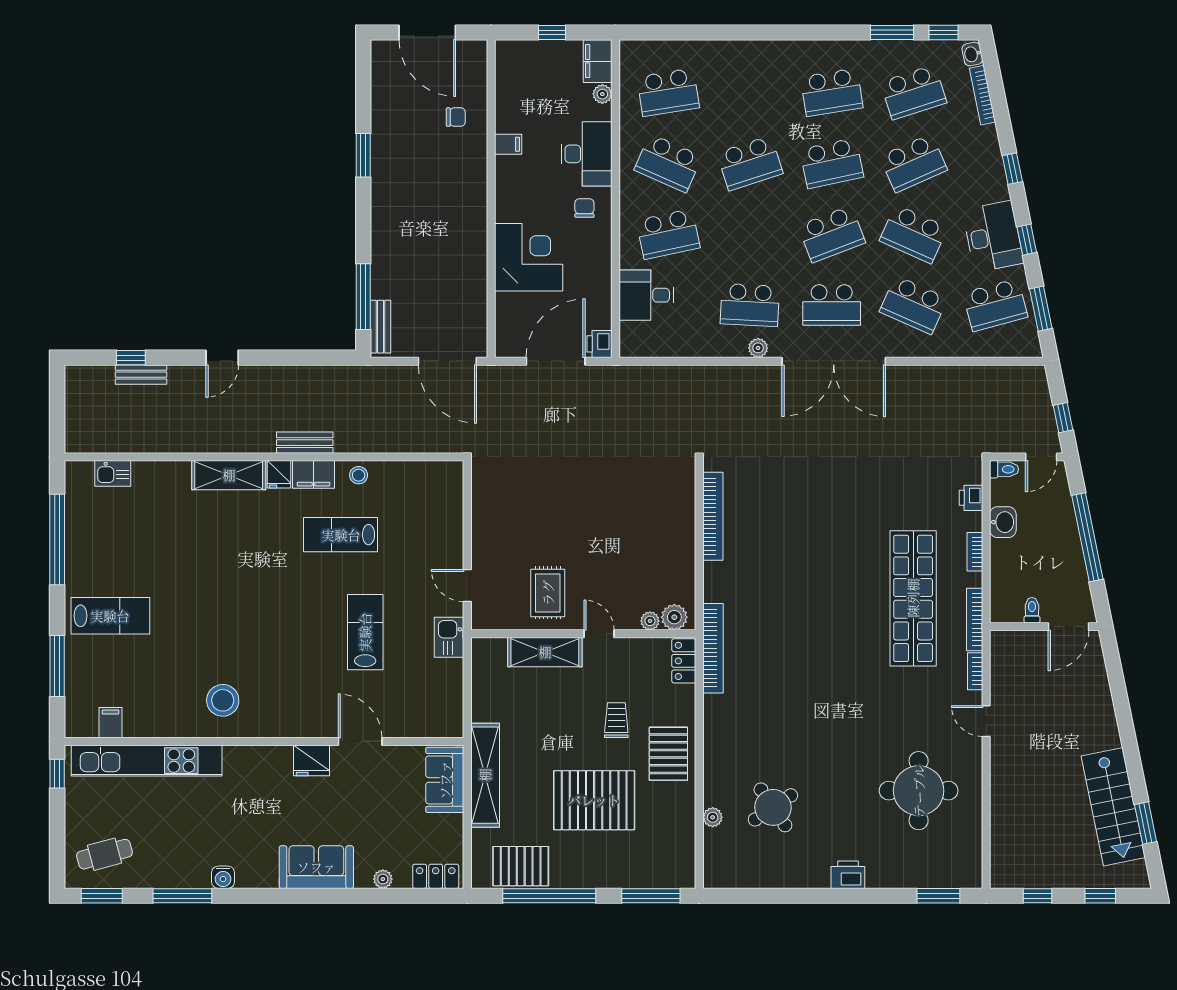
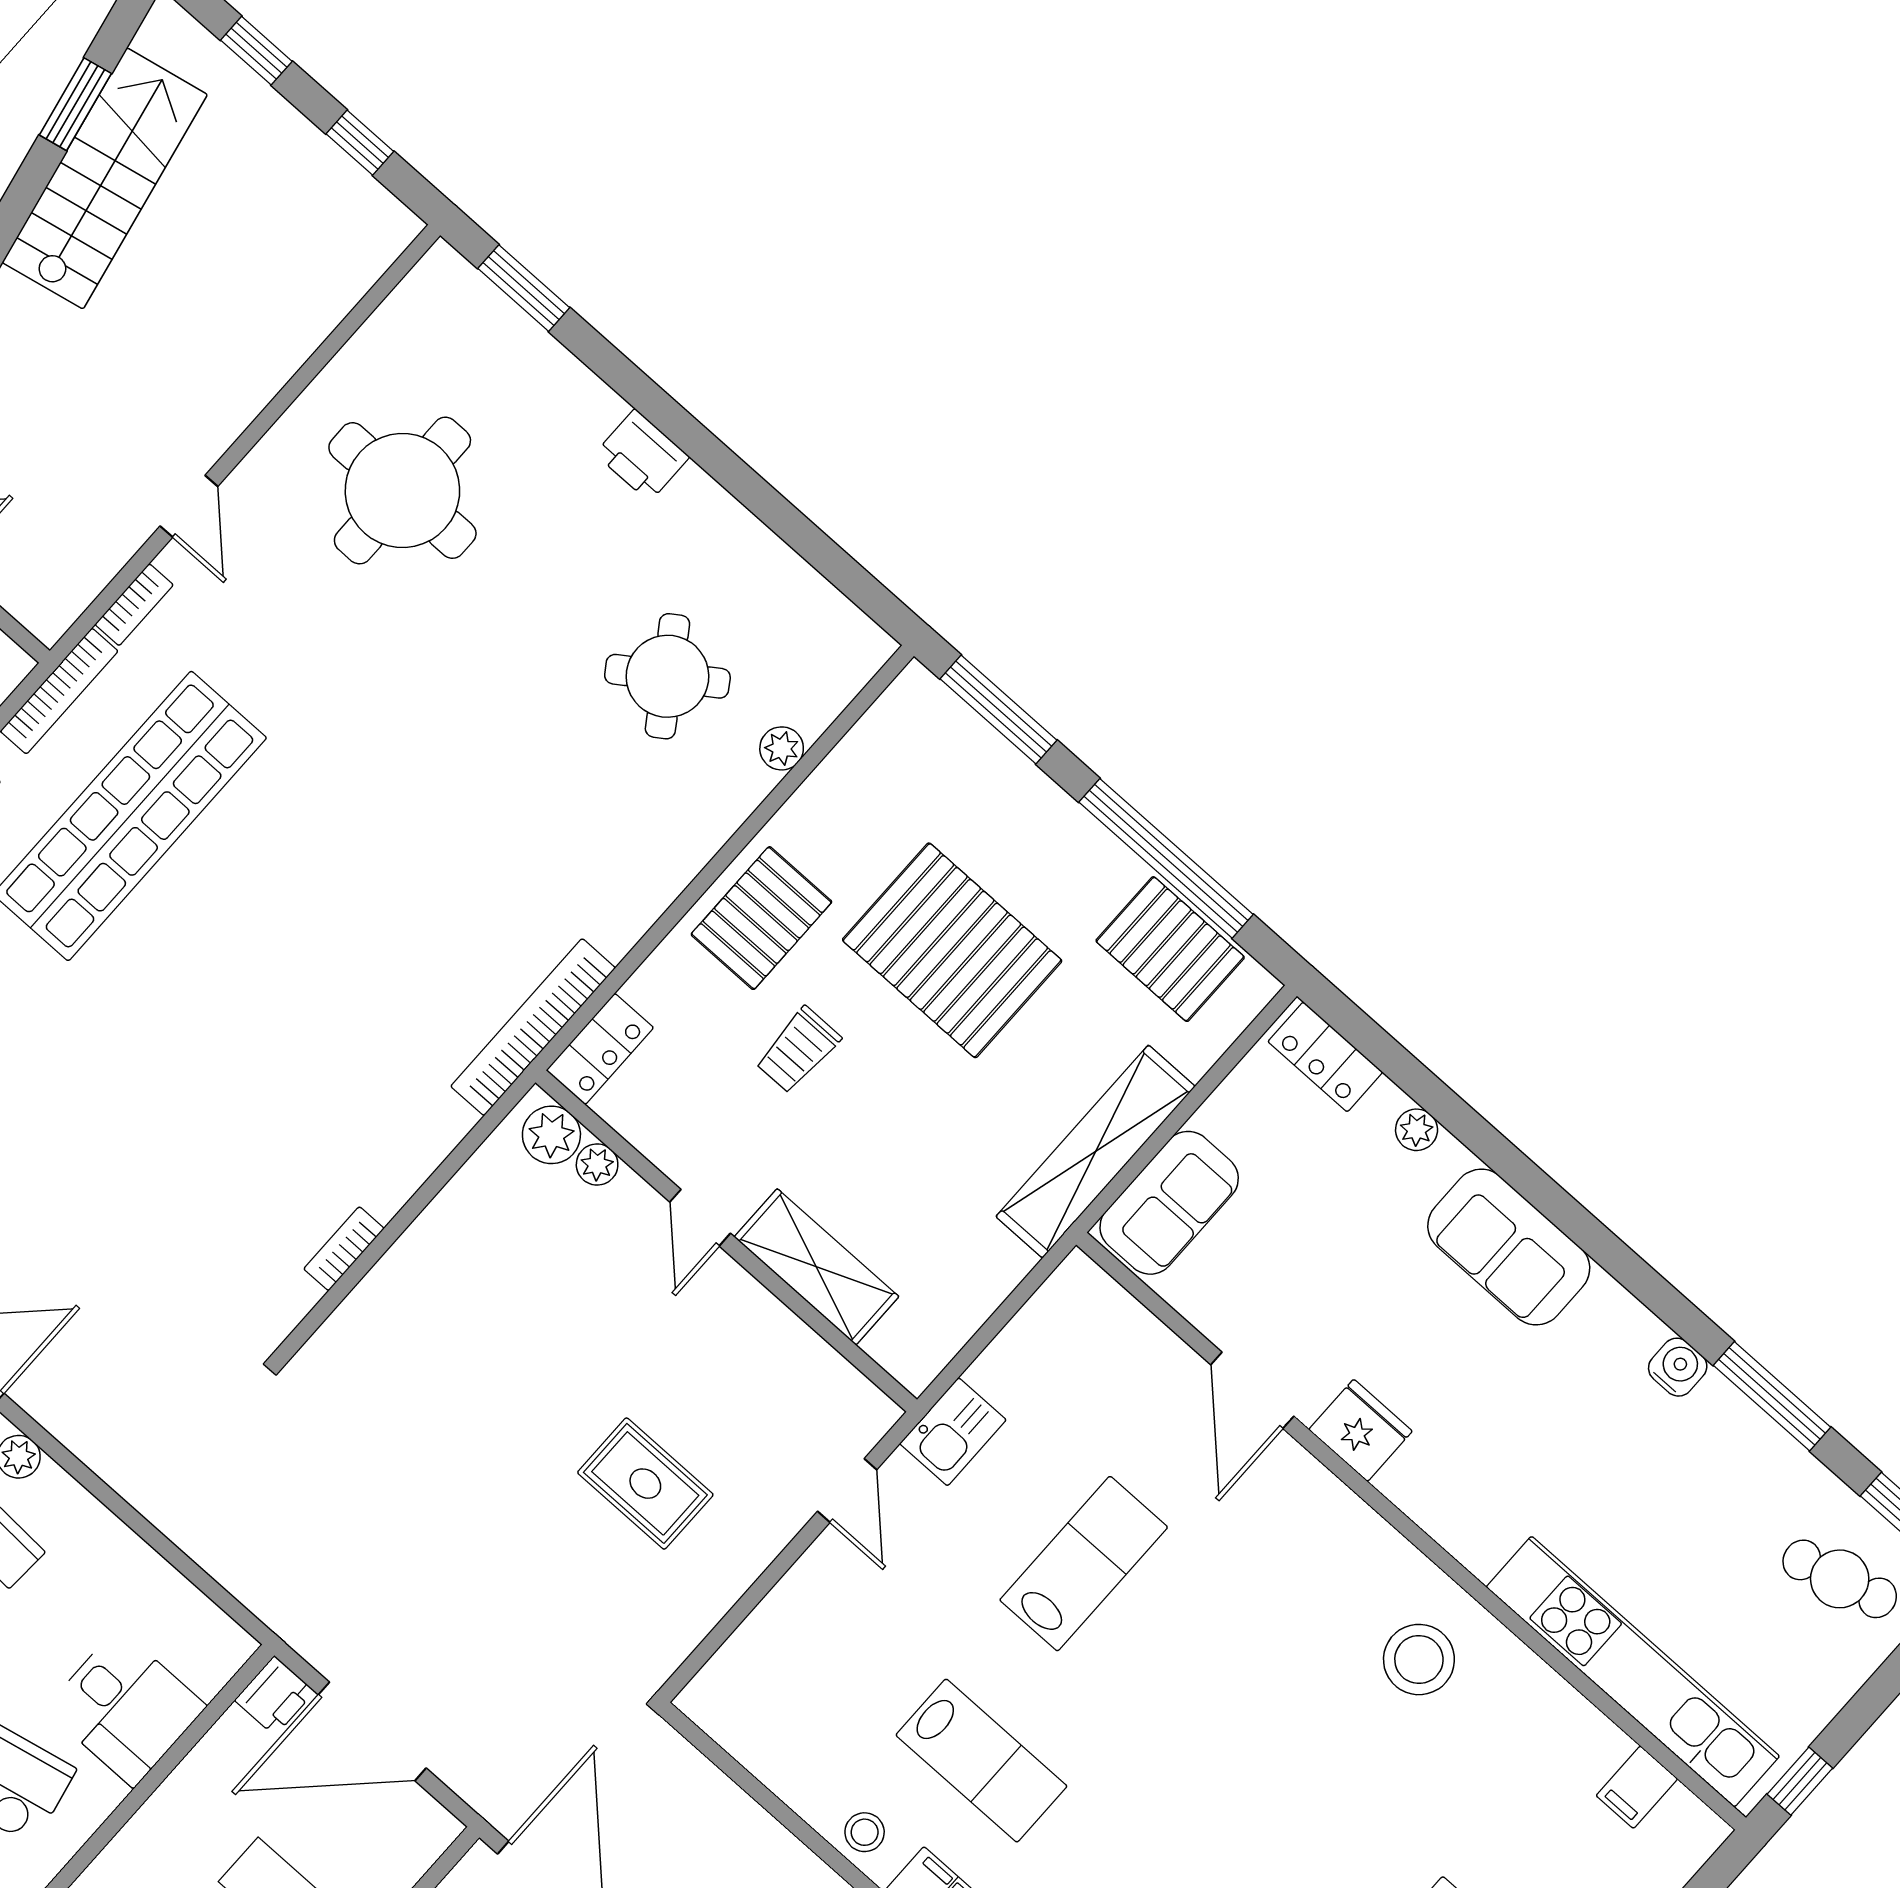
bookcase: (713, 516) -> (344, 1249), width x0.43, depth x0.76
rug: (548, 593) -> (645, 1484), moved, turned 90
lab bench: (365, 632) -> (1084, 1564), turned 180

